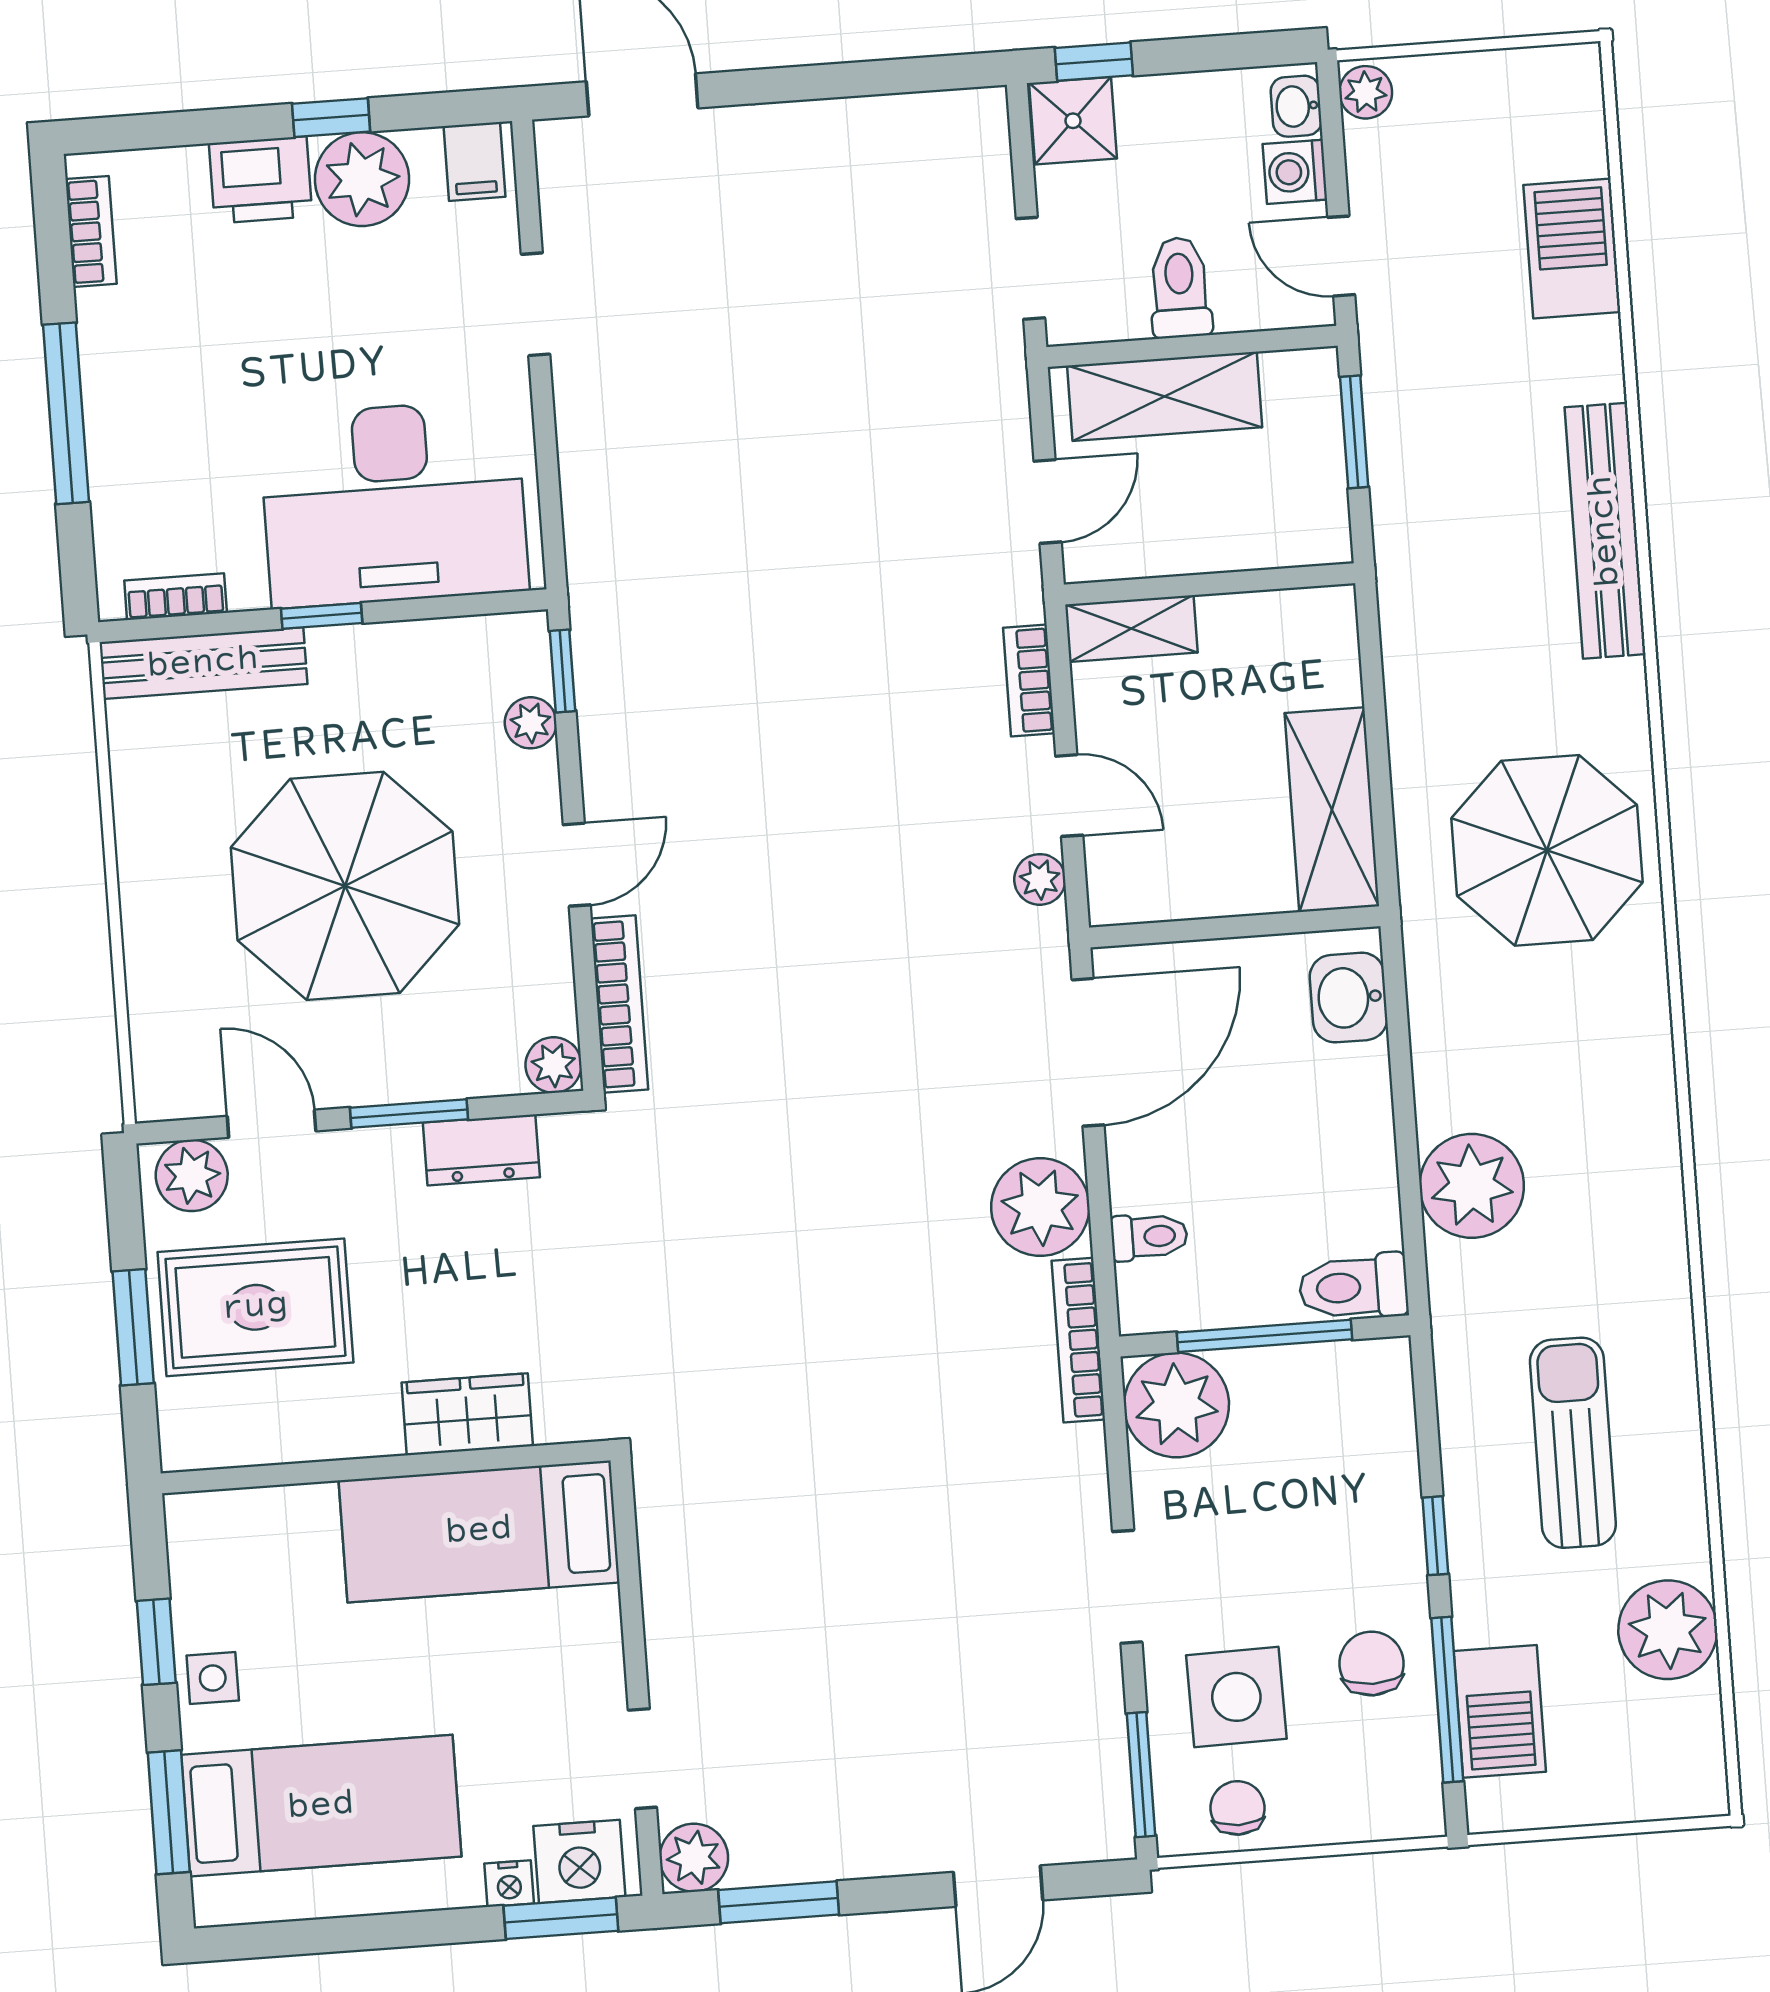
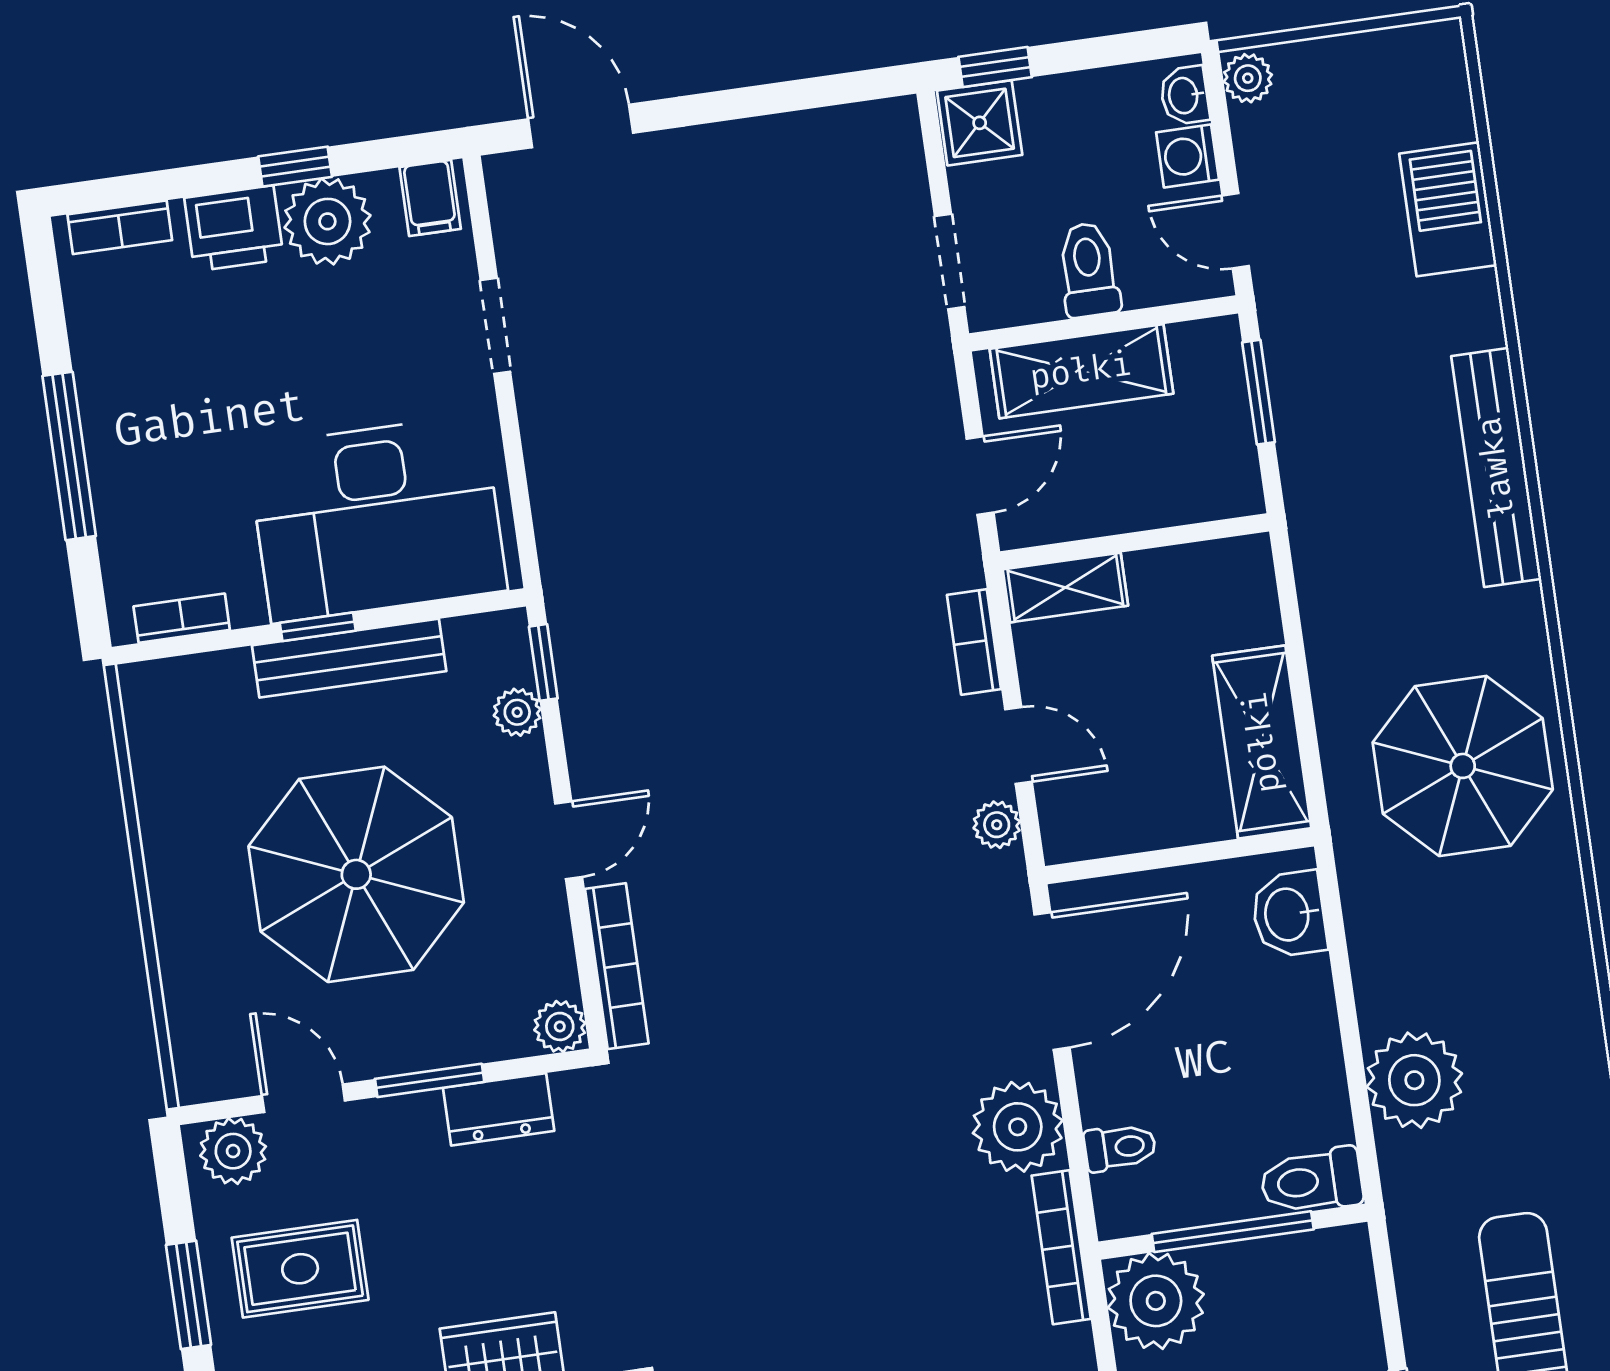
bookcase: (91, 231) -> (120, 227), moved, turned 90
bench: (203, 663) -> (349, 658), moved
rug: (255, 1307) -> (300, 1269), width x0.73, depth x0.70

